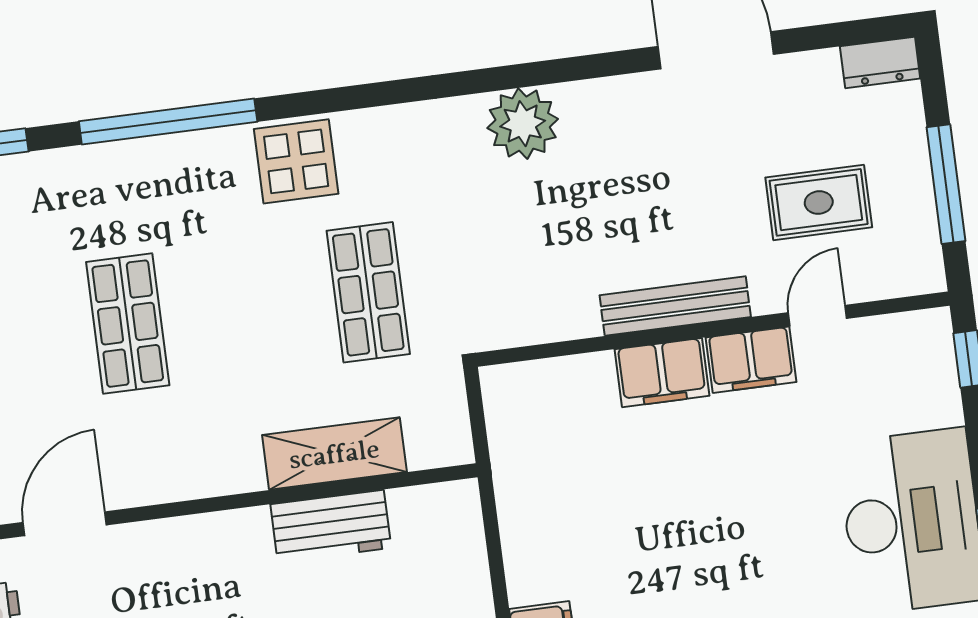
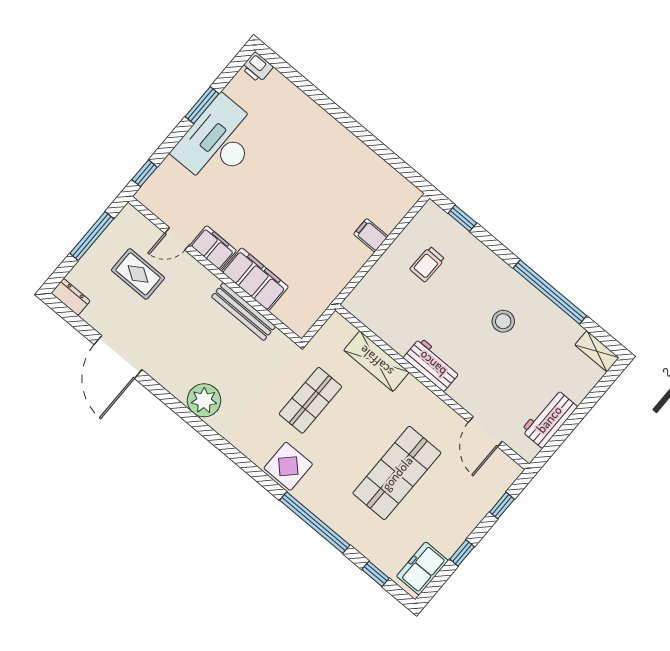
bench: (675, 306) -> (244, 312), moved
shop shelf: (128, 324) -> (397, 473), width x1.43, depth x1.36
filing cabinet: (662, 373) -> (255, 279), width x1.50, depth x1.17
door: (65, 524) -> (485, 432), hinge flipped
workbench: (331, 526) -> (432, 364), moved

